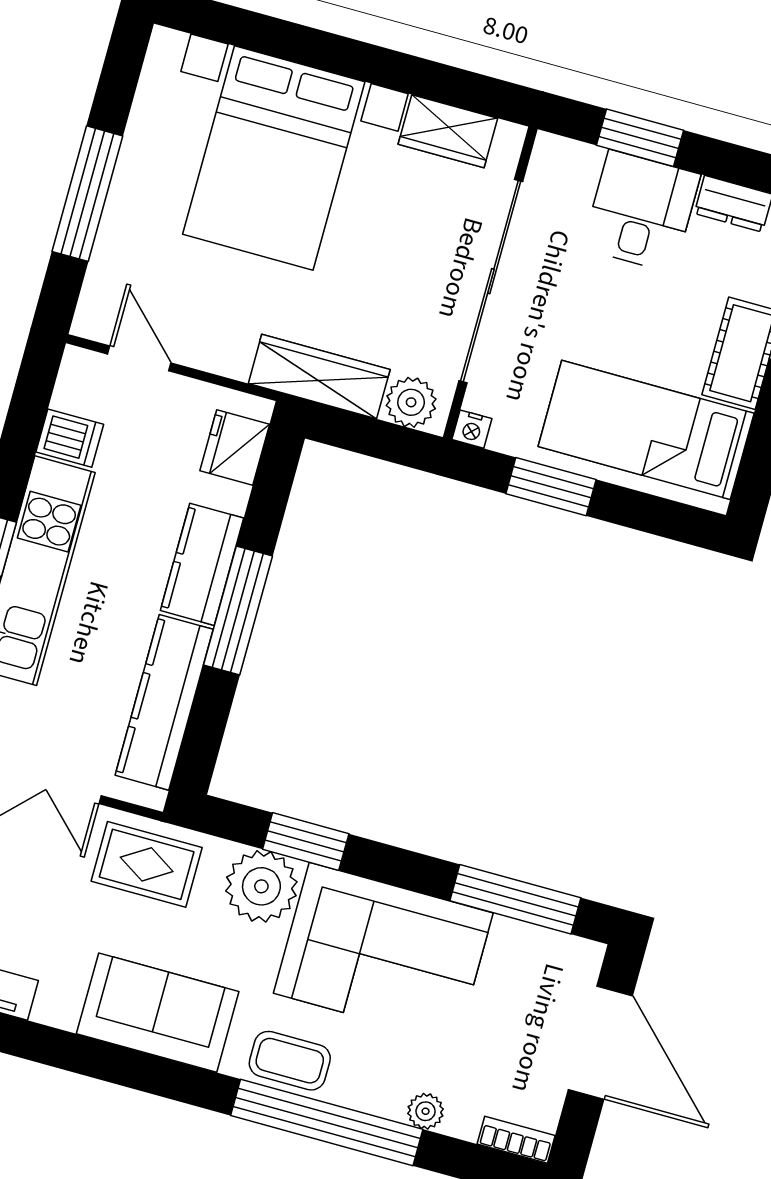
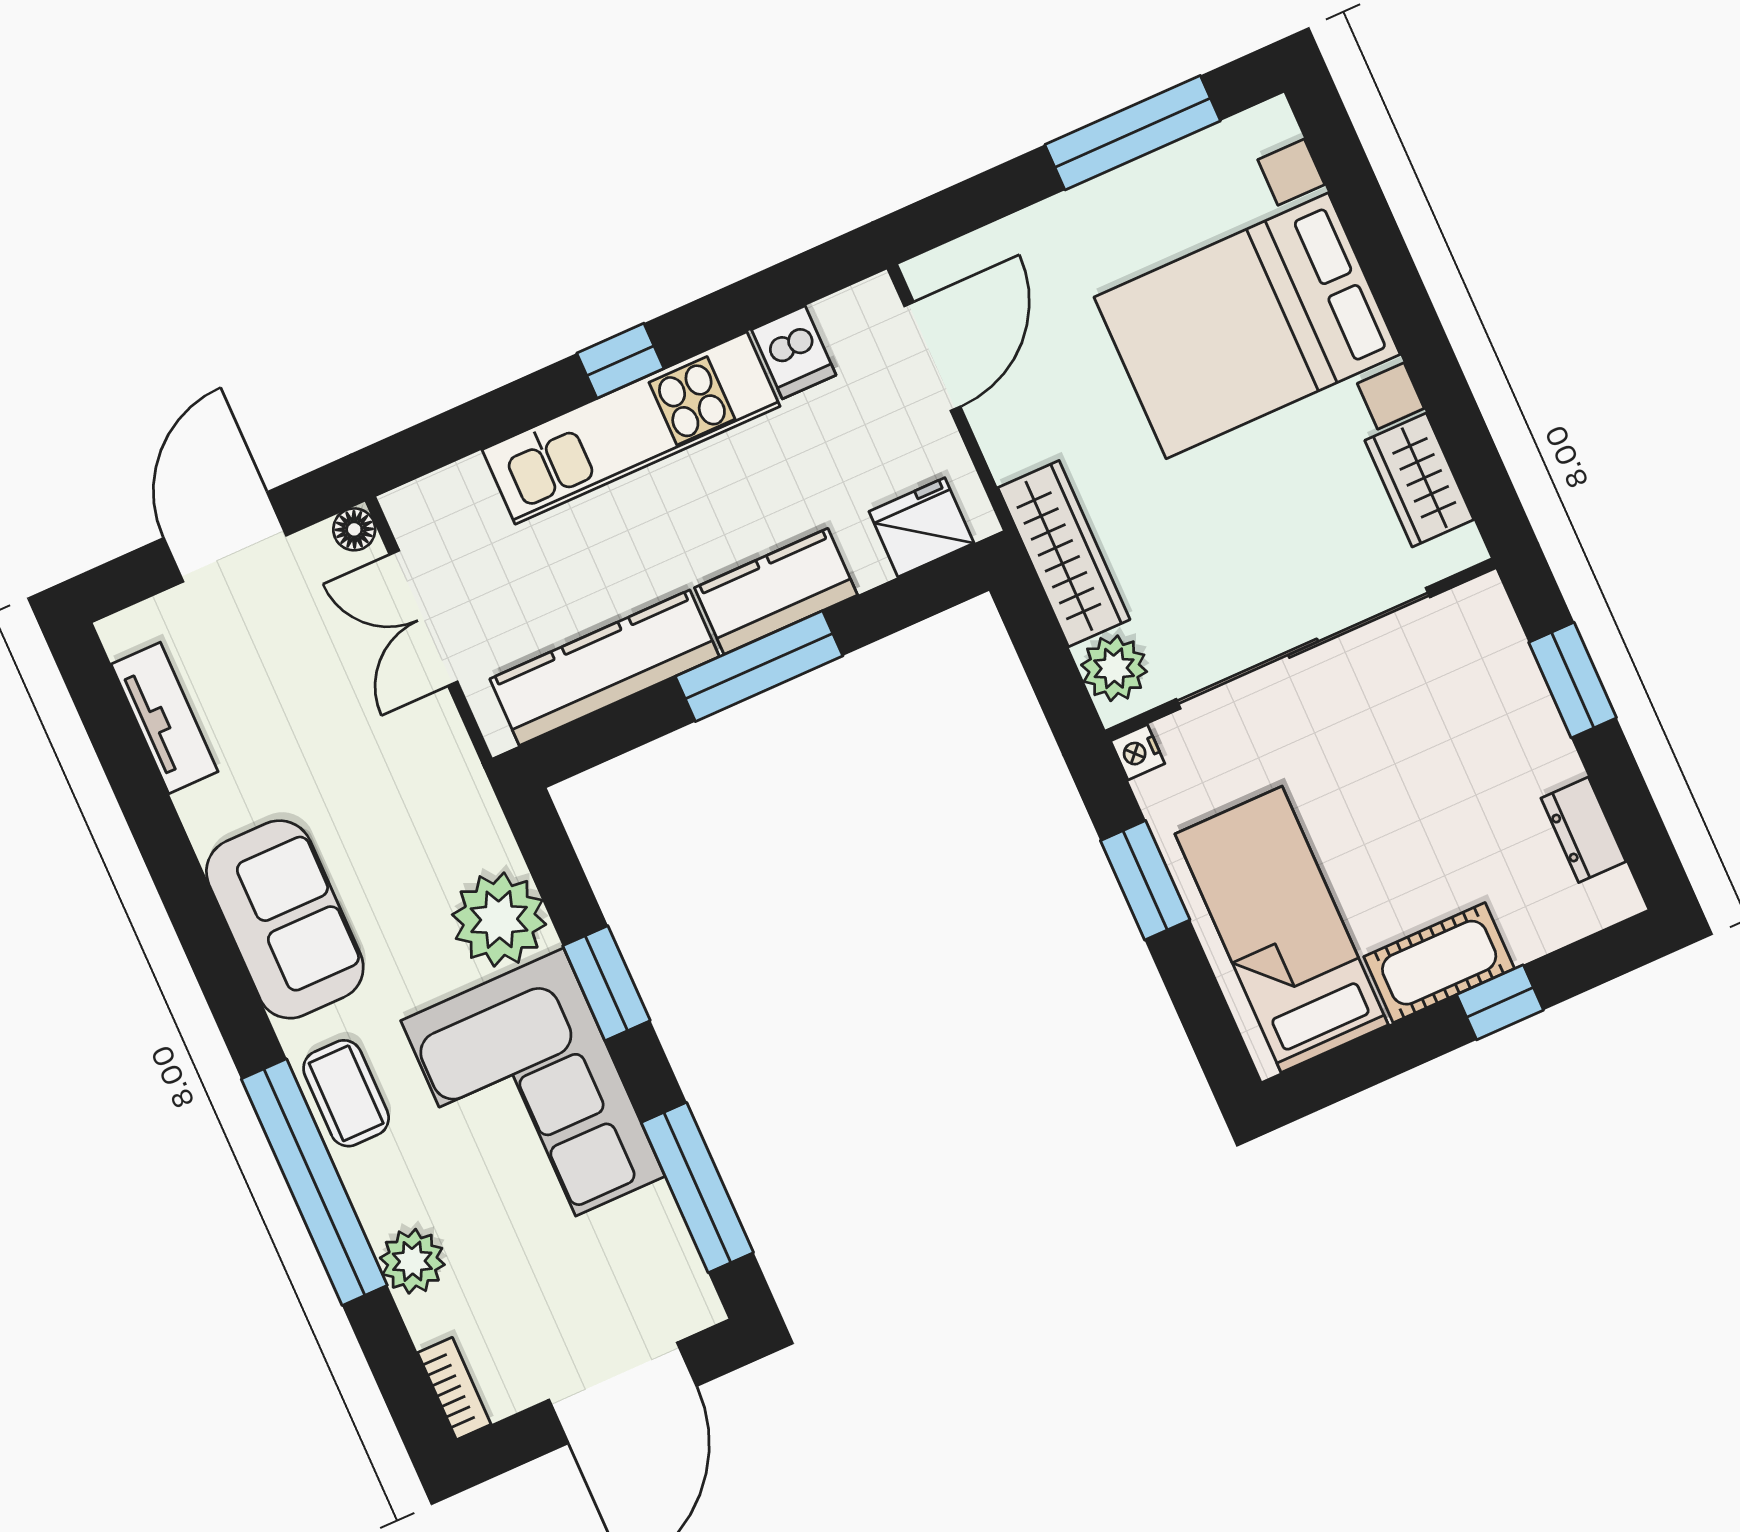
window: (87, 194) -> (1133, 133), moved
desk: (641, 211) -> (1499, 742), removed
door: (139, 358) -> (932, 356), width x1.37
window: (306, 841) -> (606, 983), moved
rug: (147, 864) -> (426, 785), removed
plant: (426, 1111) -> (412, 1261), width x1.38, depth x1.38

